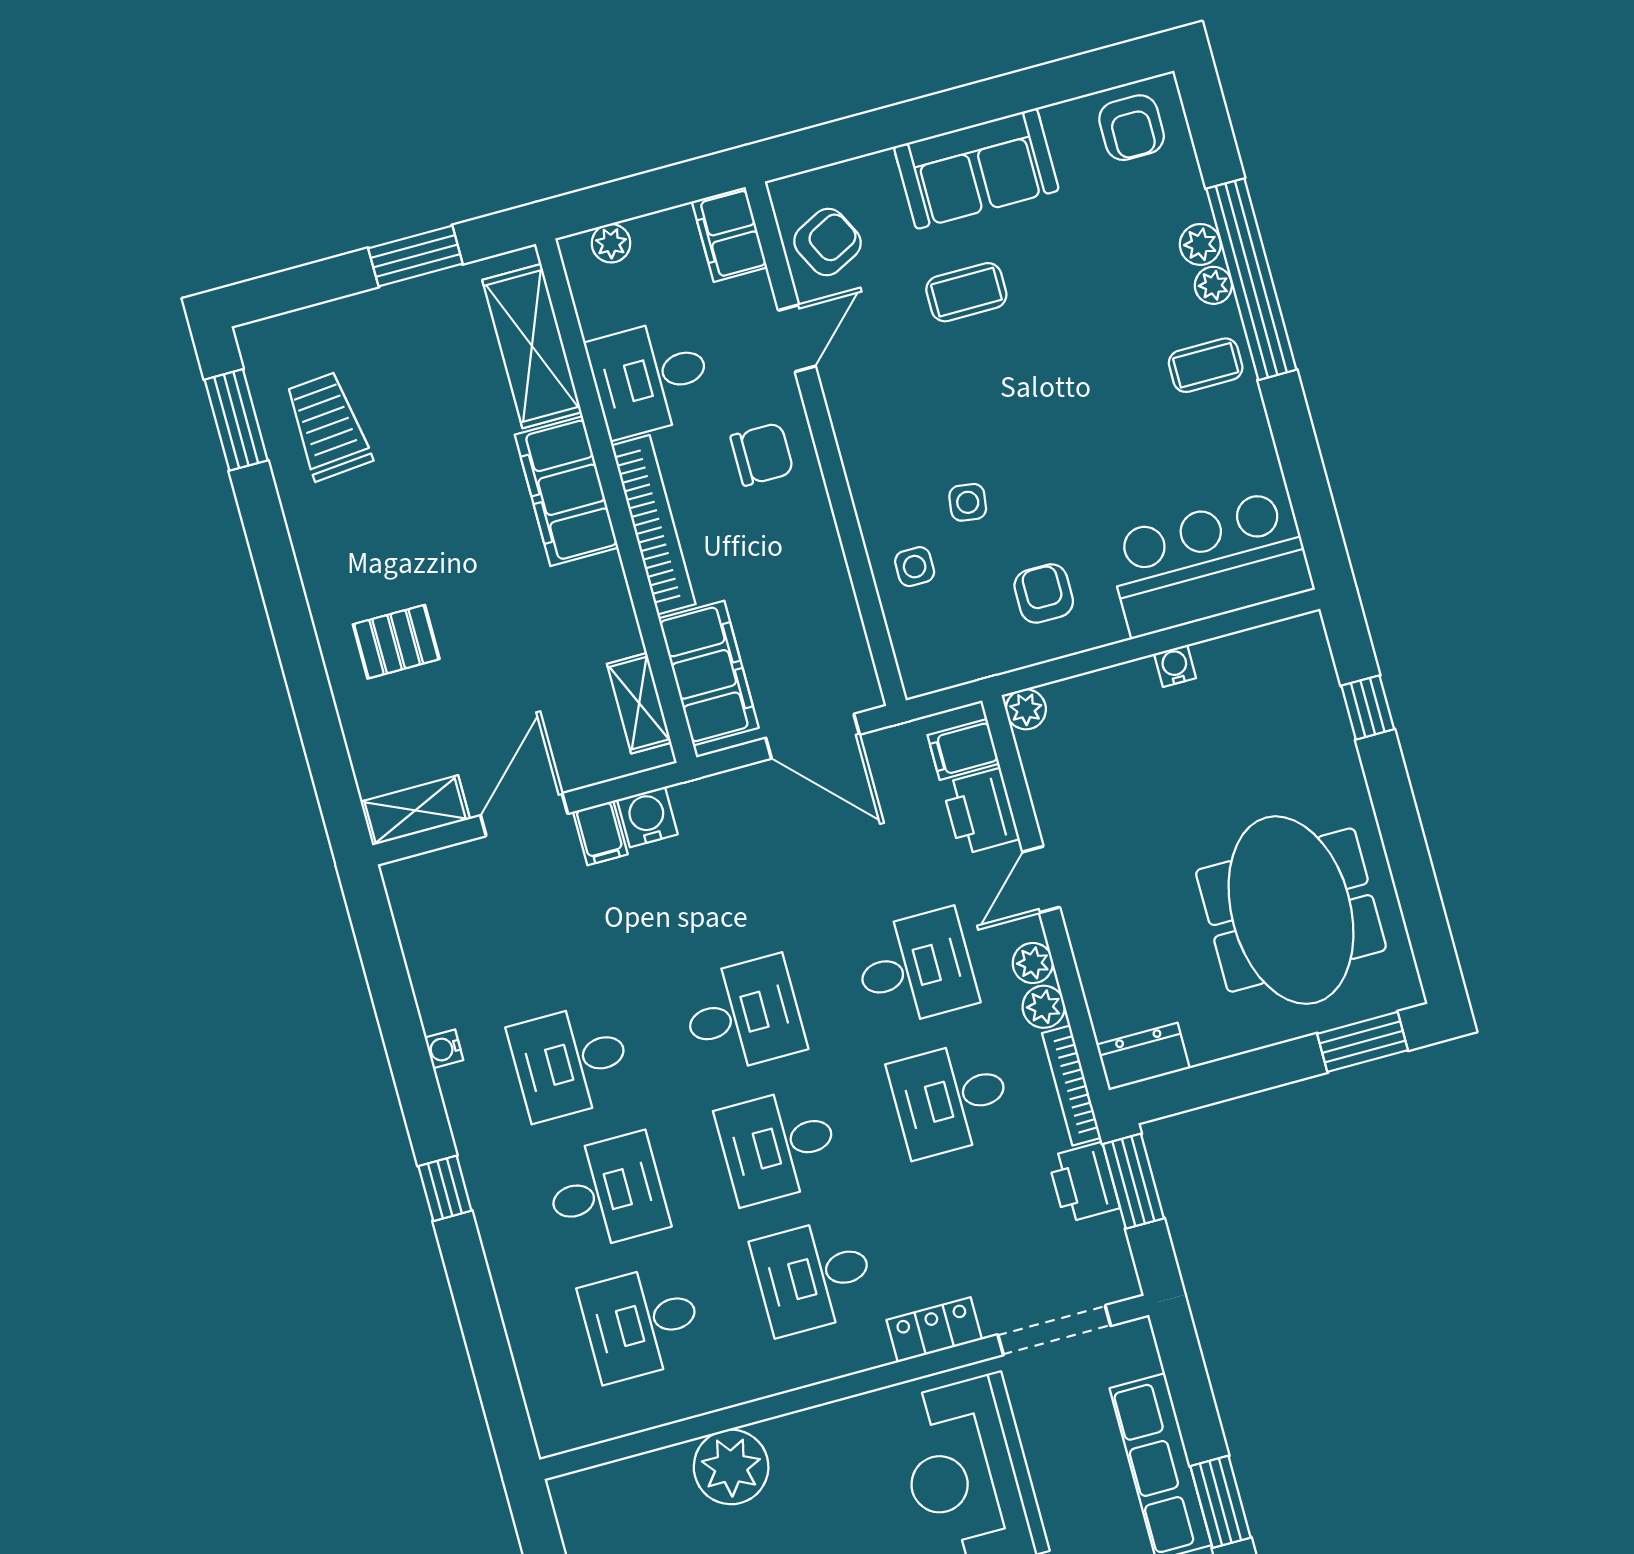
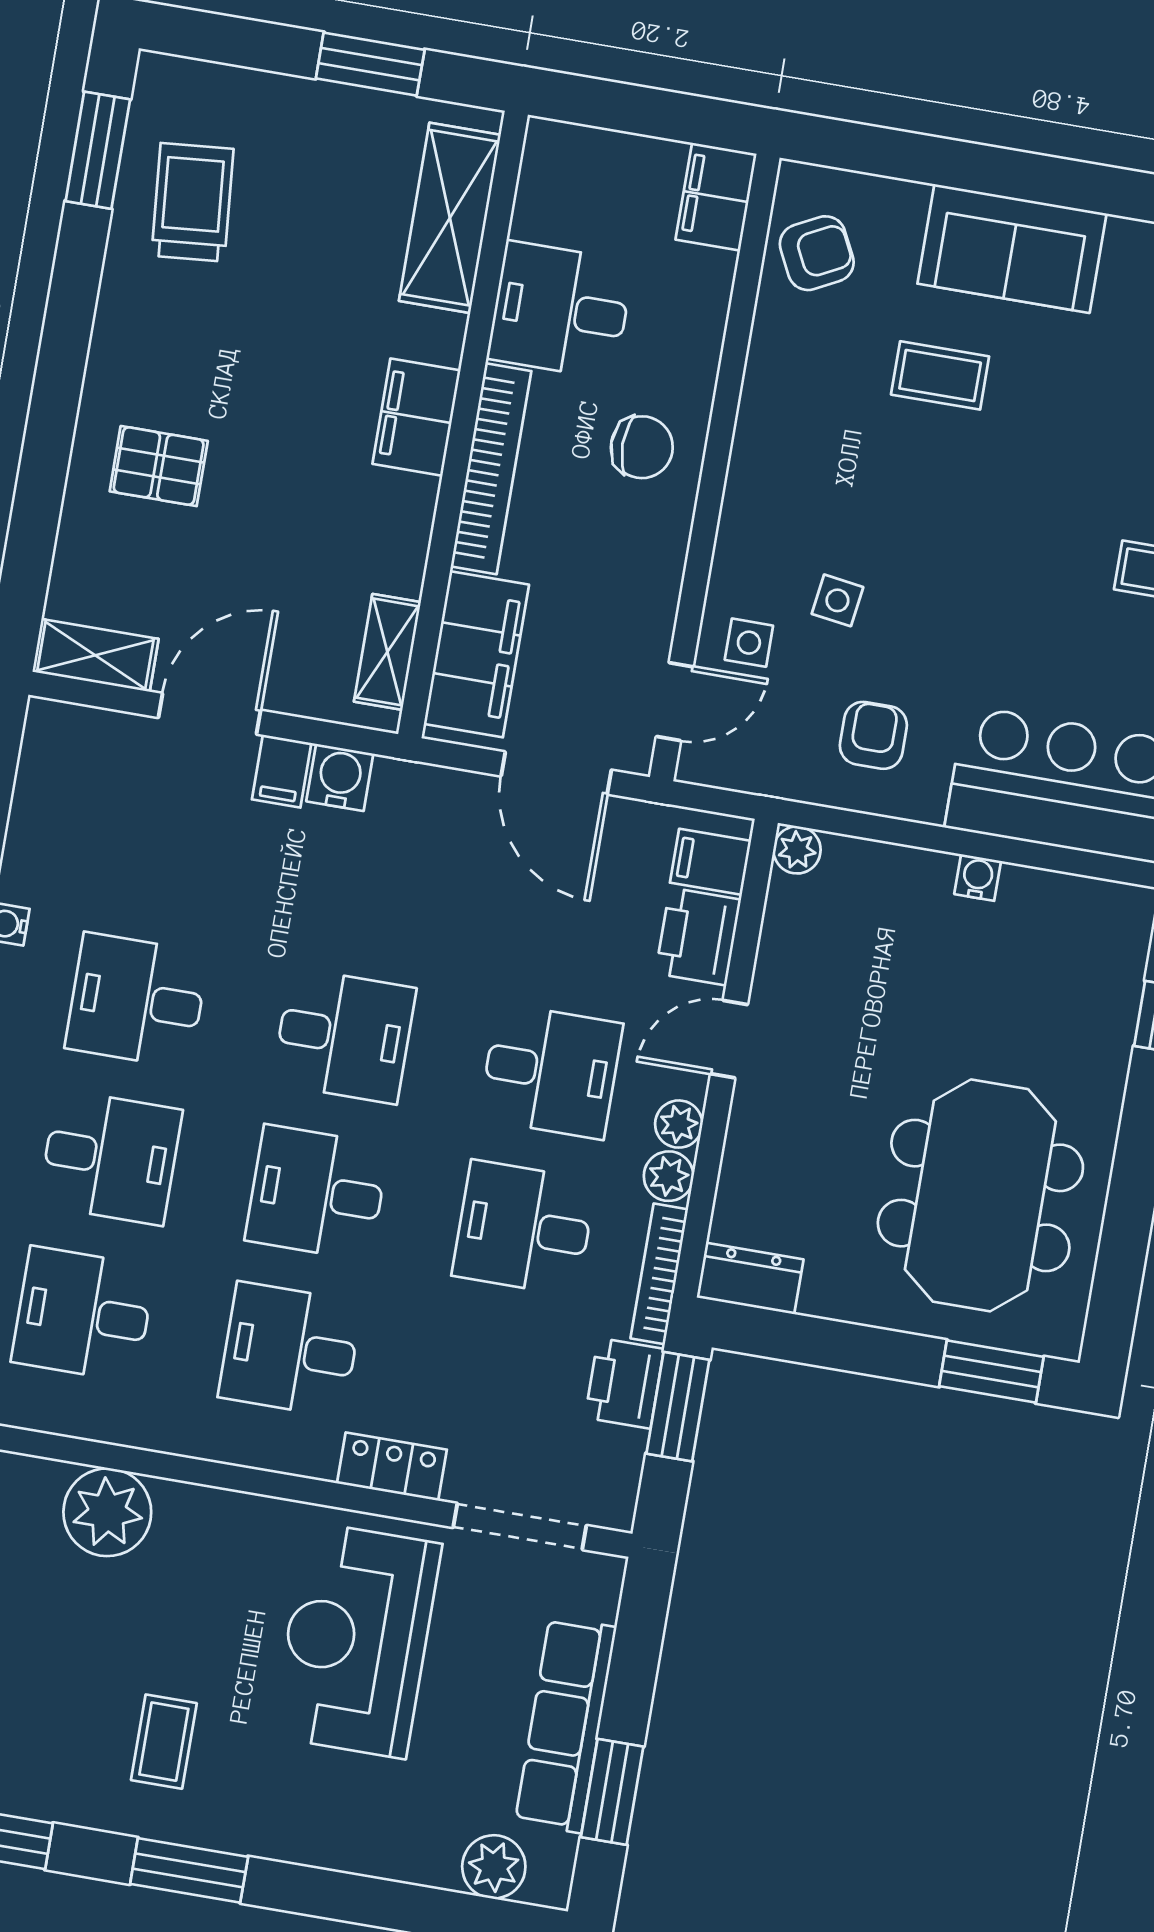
plant: (611, 243) -> (585, 147), removed
door: (797, 338) -> (675, 702), moved
filing cabinet: (567, 491) -> (416, 417), width x0.67, depth x0.86

